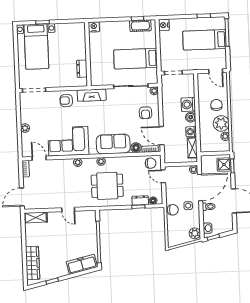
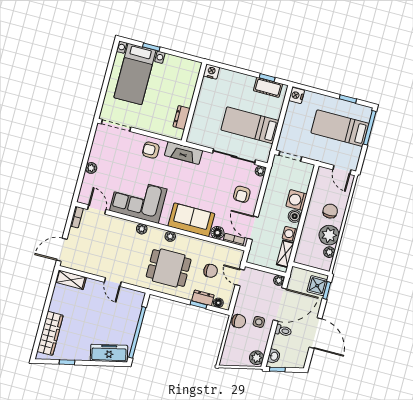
chair: (151, 163) -> (211, 271), moved

